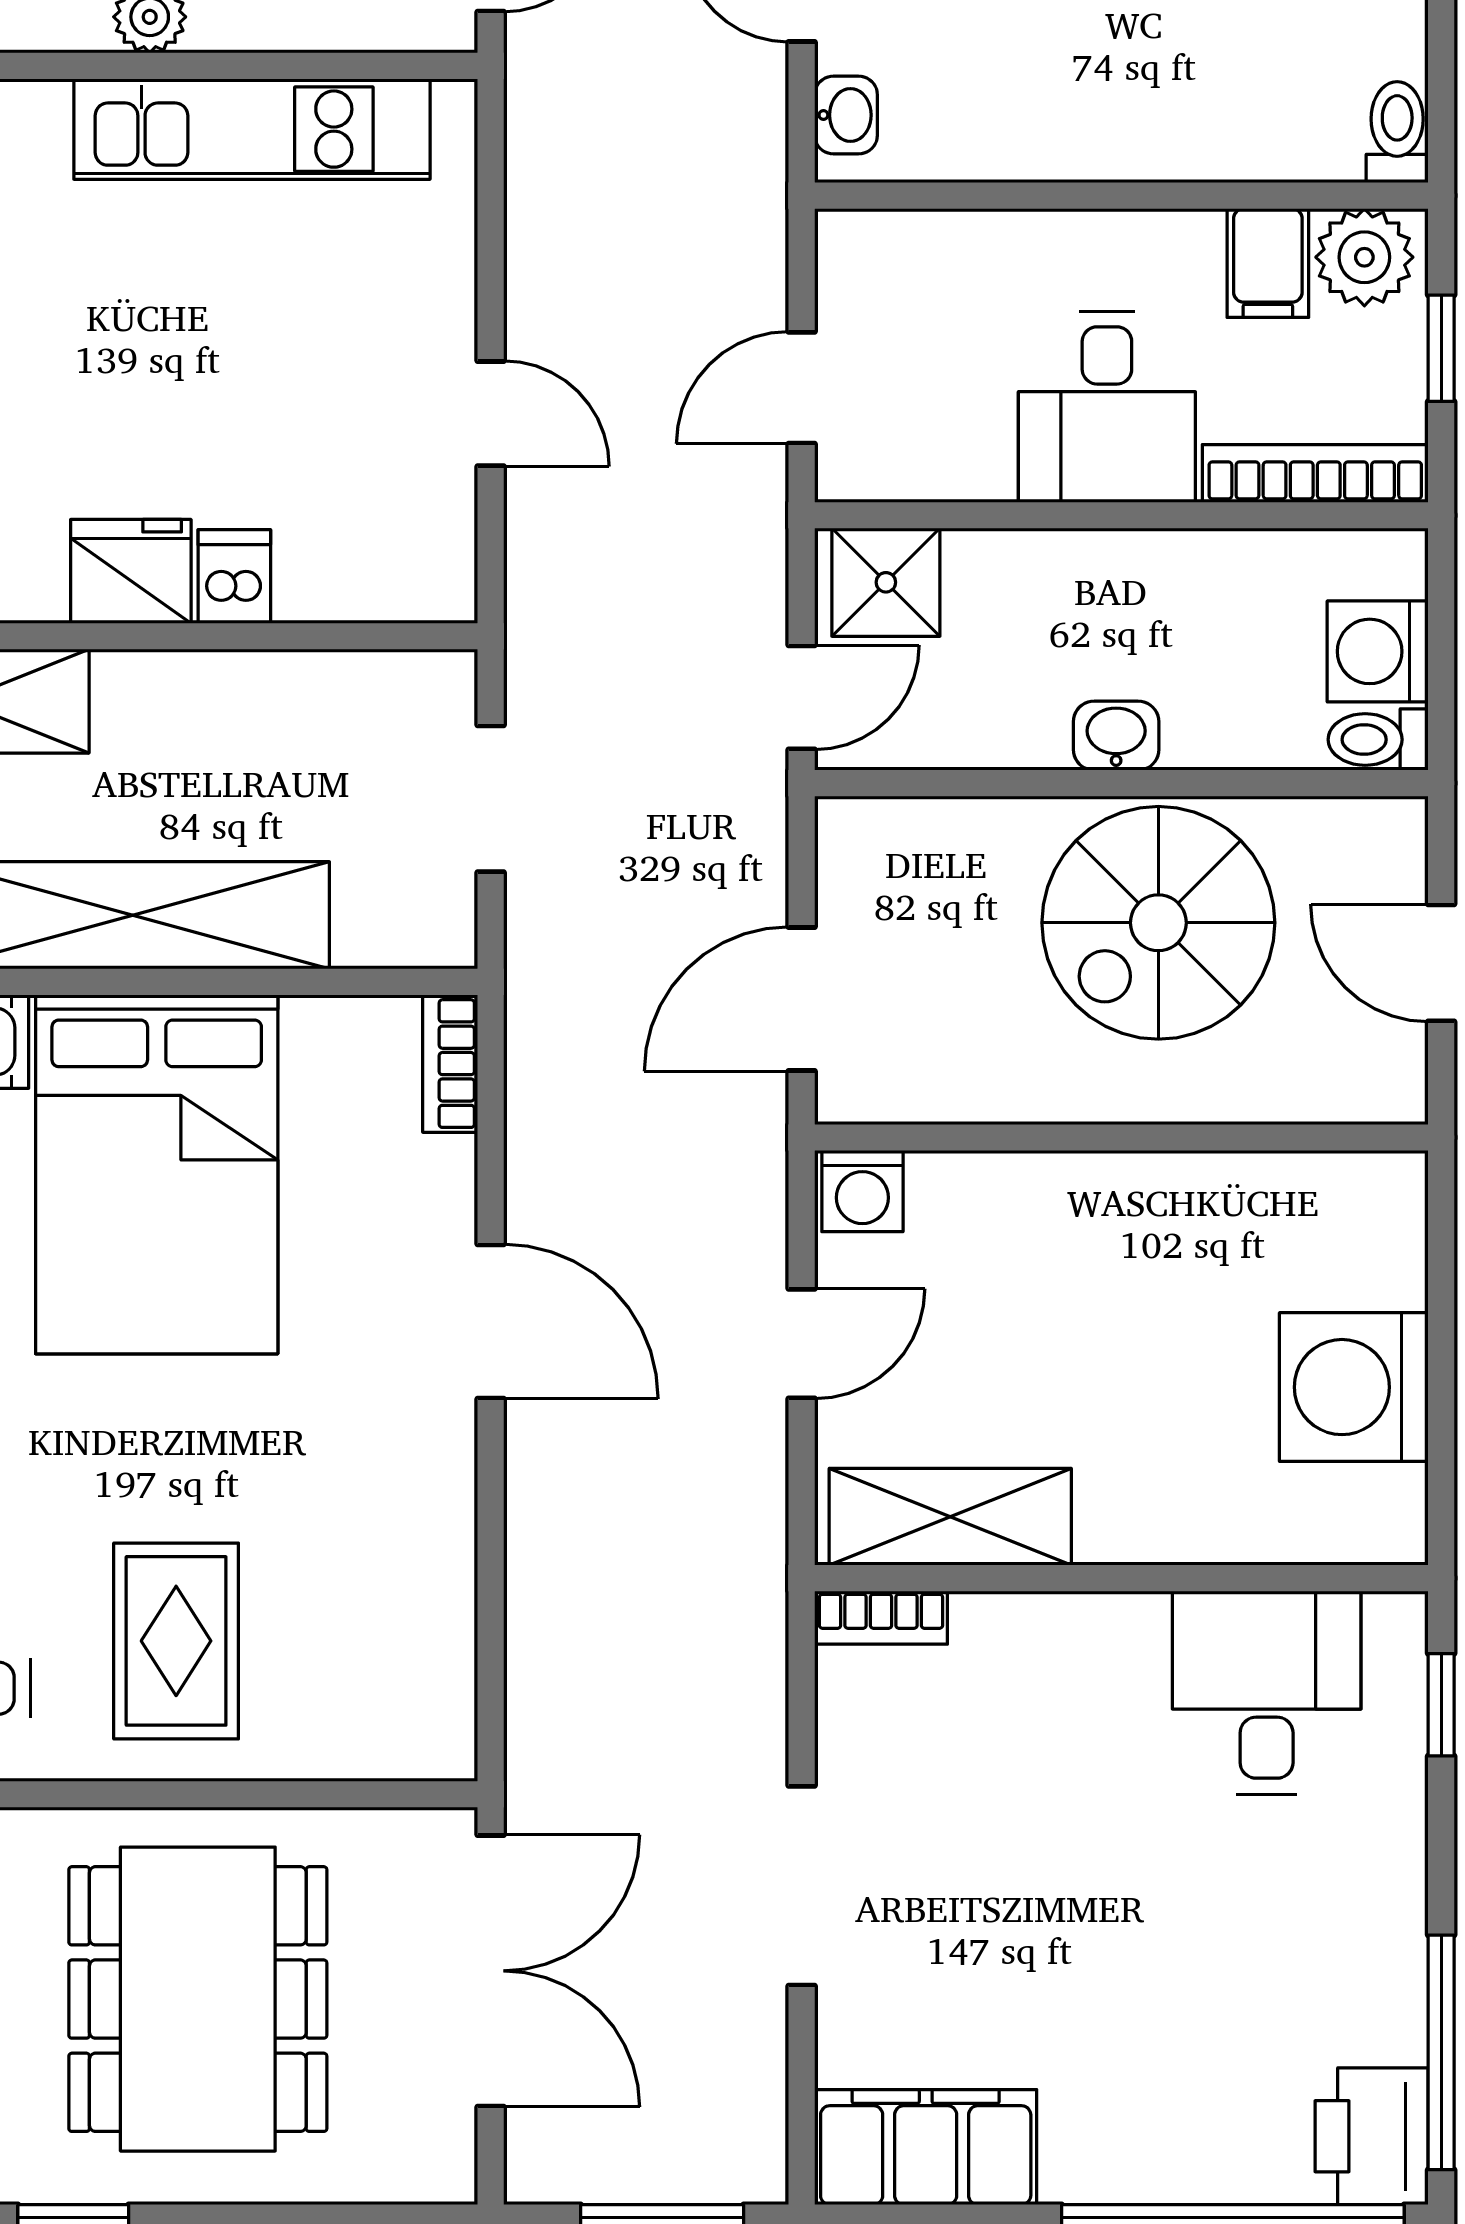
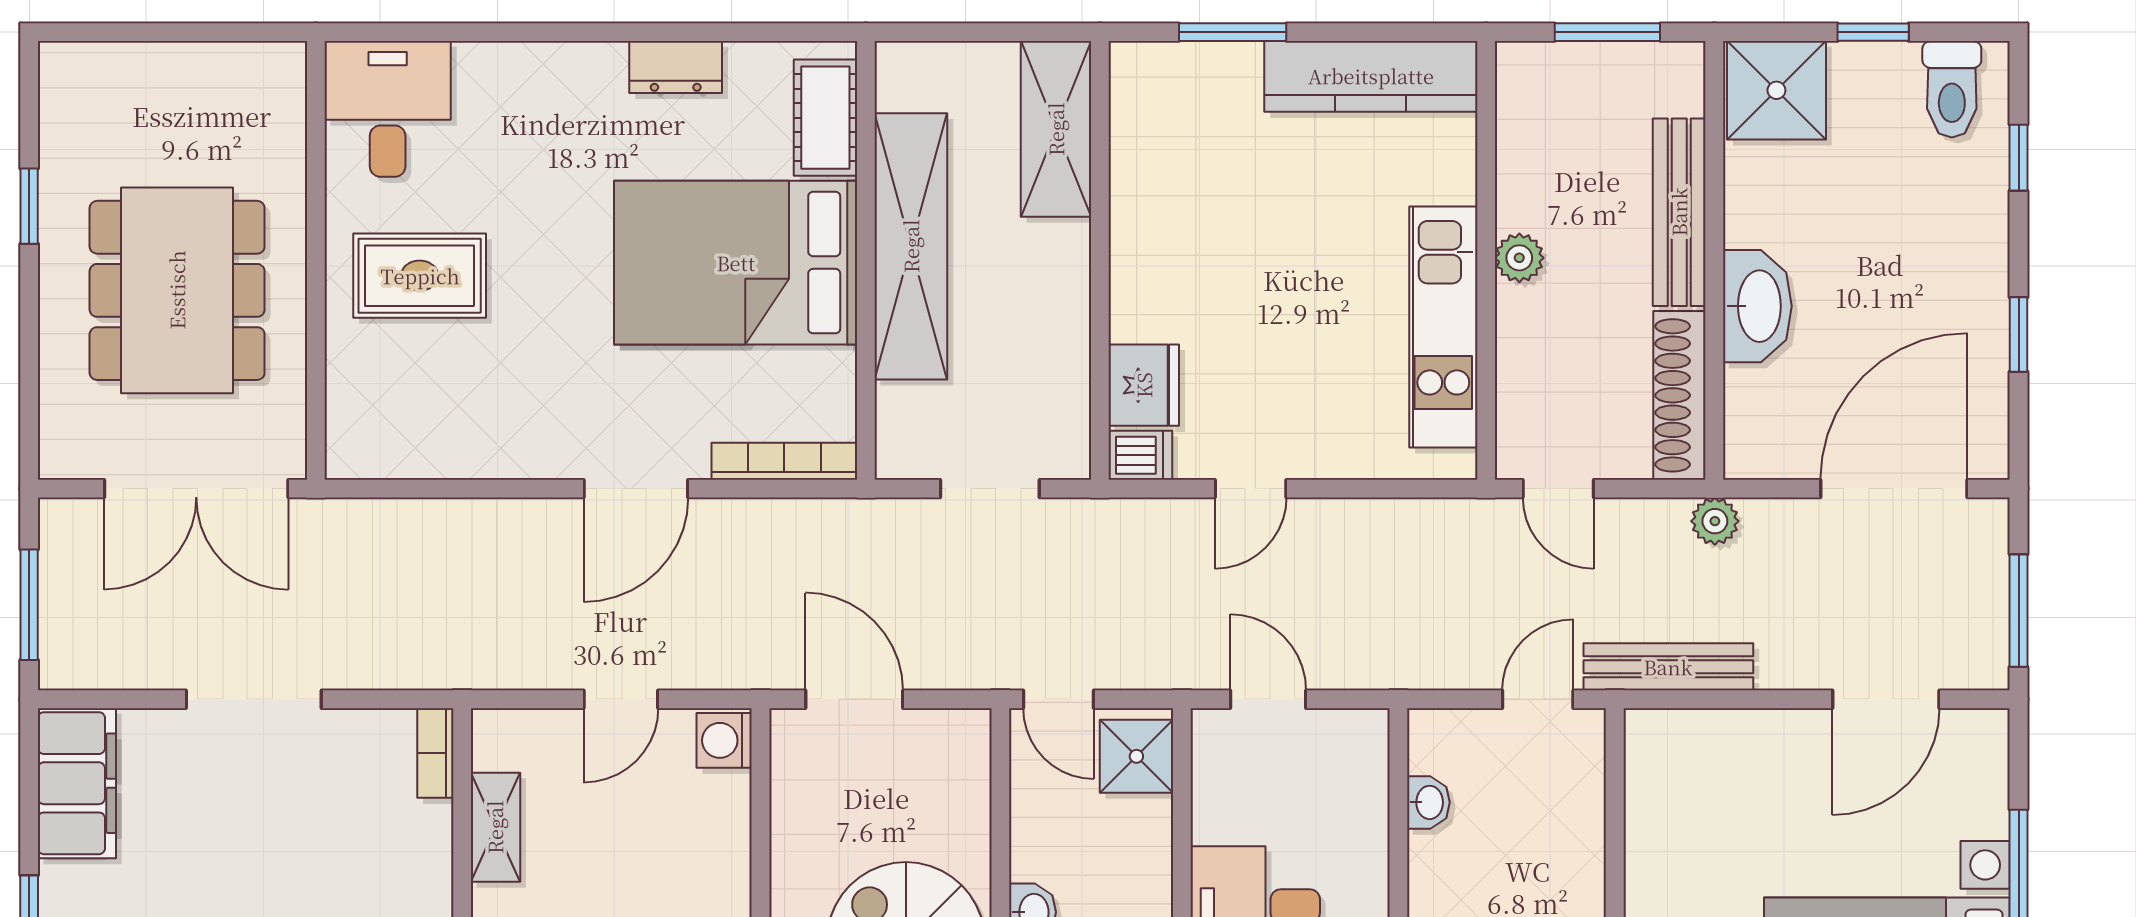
washbasin: (846, 115) -> (1428, 802), moved, turned -90
fridge: (131, 571) -> (1144, 385), moved
dishwasher: (234, 577) -> (1140, 455), moved
bookcase: (450, 1064) -> (784, 461), width x1.56
door: (802, 1344) -> (621, 699), hinge flipped
shelving: (950, 1517) -> (495, 827), width x0.67, depth x0.75
dining table: (198, 1999) -> (177, 290), turned 90

